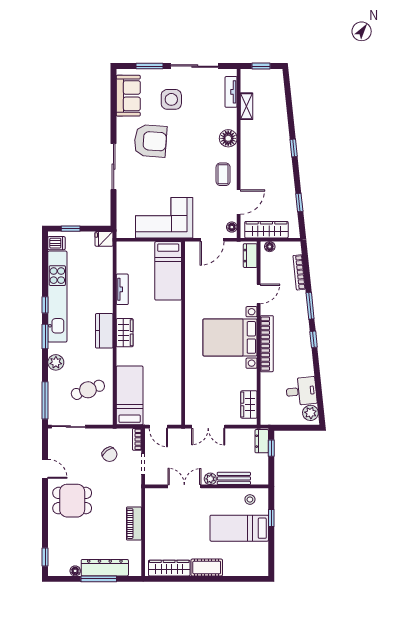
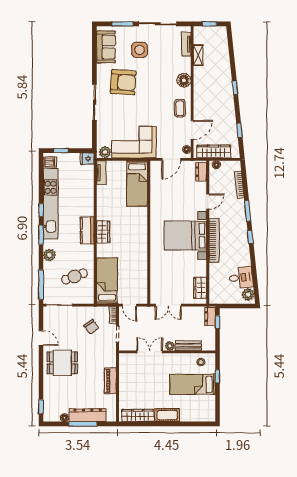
plant: (127, 230) -> (105, 152), added
tv unit: (122, 289) -> (101, 173), moved

